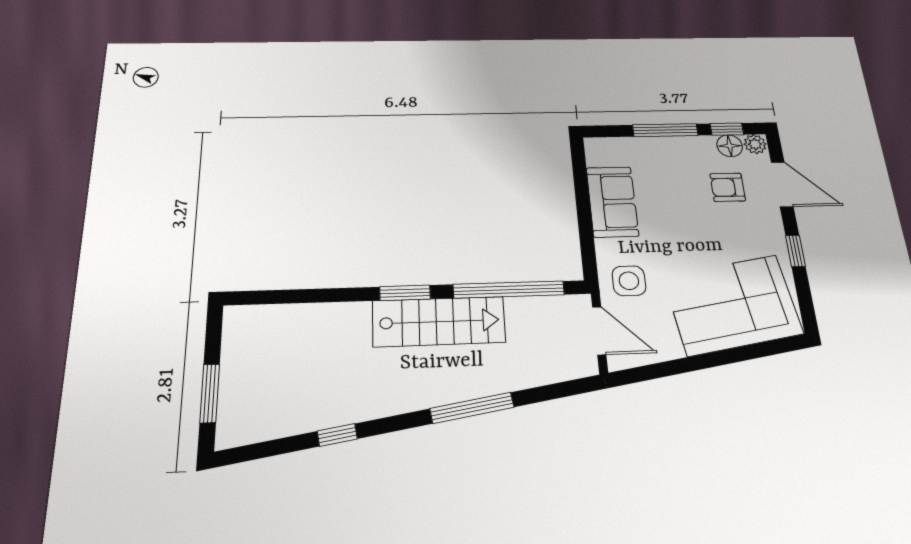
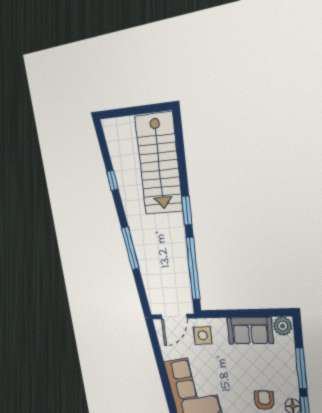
plant: (600, 152) -> (283, 326), added
stairs: (439, 322) -> (159, 164), moved, width x1.36, depth x1.51
window: (210, 393) -> (127, 112), removed

